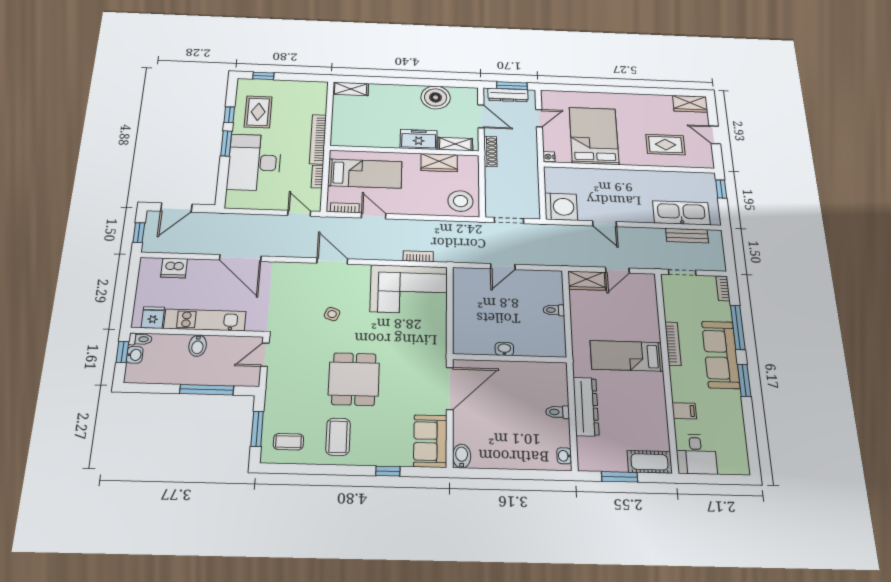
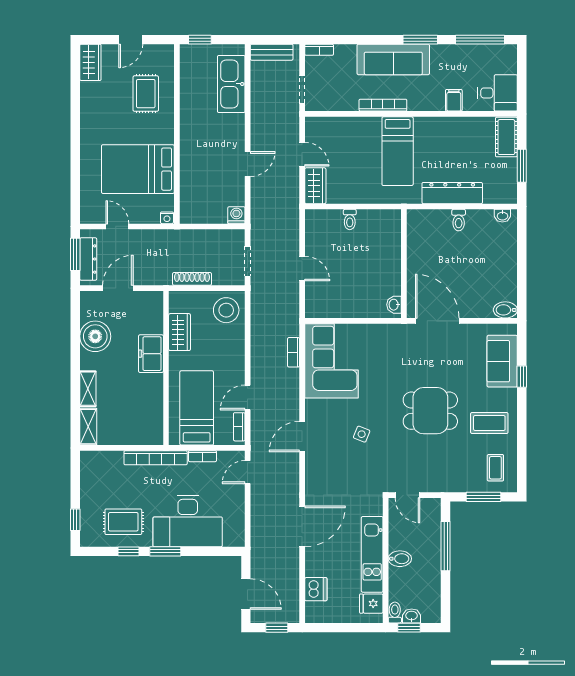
shelving: (455, 144) -> (88, 389), moved
shoe rack: (490, 151) -> (192, 279), moved
washing machine: (561, 207) -> (236, 215), width x0.53, depth x0.53
bench: (687, 236) -> (272, 52), moved, turned 90
window: (738, 327) -> (480, 40), moved
washbasin: (504, 349) -> (394, 305), moved
sofa: (430, 441) -> (502, 361), moved, turned 90

